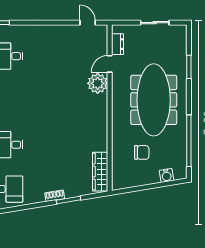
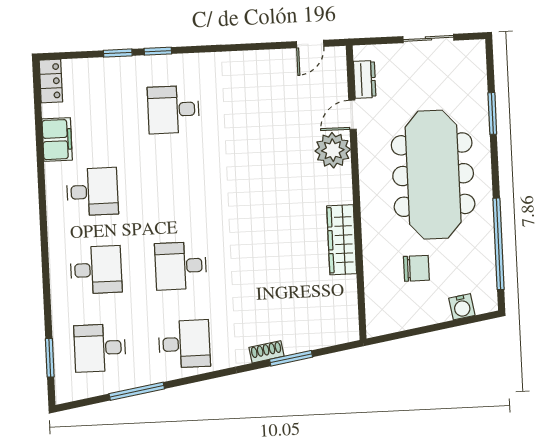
door: (88, 23) -> (310, 44), swing flipped
wardrobe: (100, 172) -> (342, 240), moved

